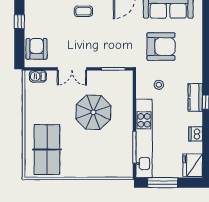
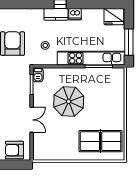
barbecue: (38, 76) -> (38, 75), moved
dishwasher: (196, 134) -> (75, 14), moved

